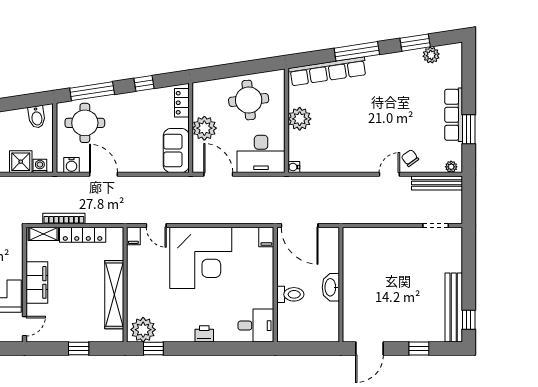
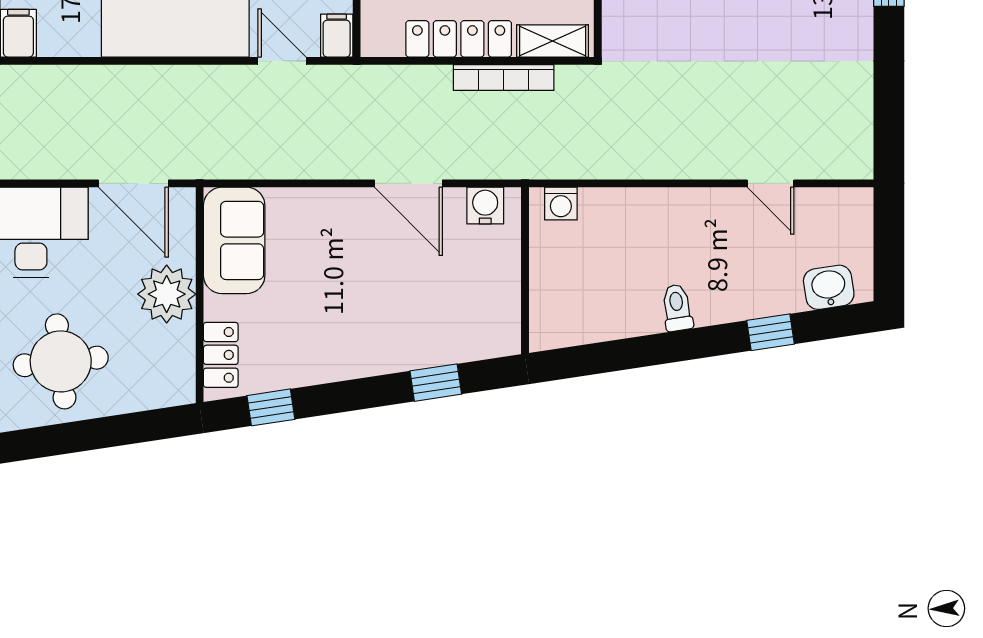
window: (144, 83) -> (271, 407), moved
window: (92, 91) -> (436, 383), width x0.46
bidet: (37, 117) -> (568, 321), removed
round table: (85, 123) -> (453, 307), removed
shower: (21, 162) -> (607, 214), removed

